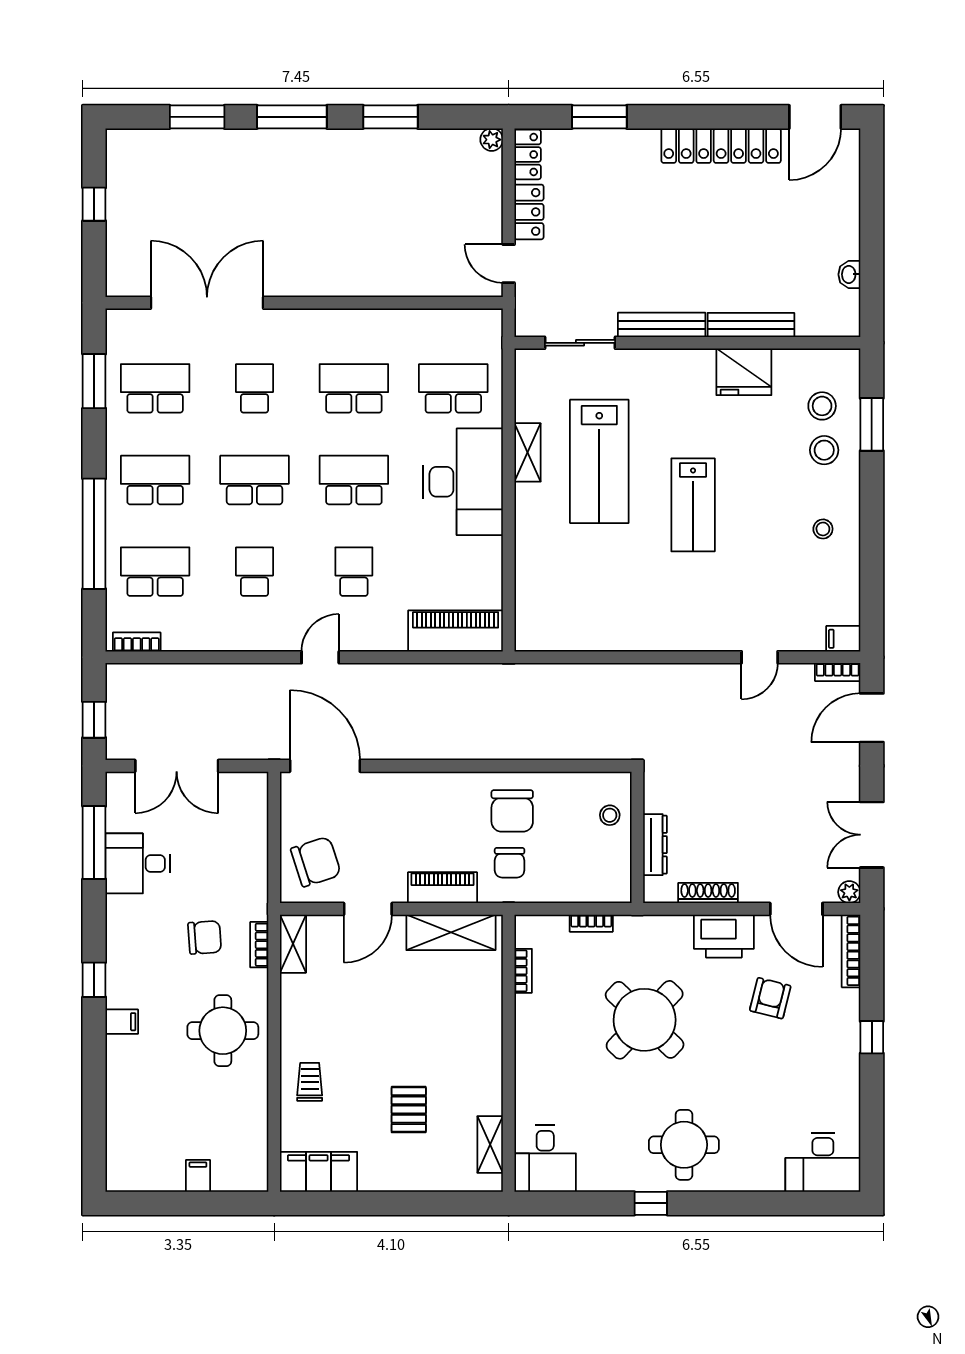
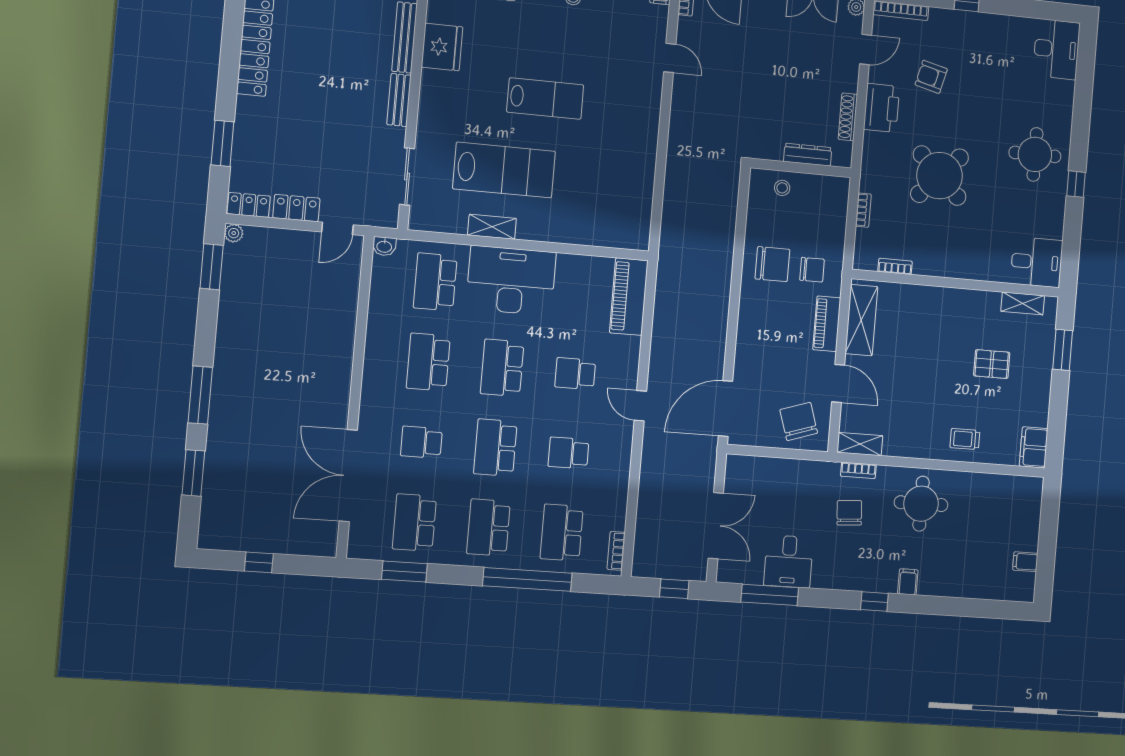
window: (390, 117) -> (212, 267), moved
washbasin: (492, 322) -> (384, 246), added
bench: (662, 325) -> (399, 100), width x0.73
door: (796, 909) -> (866, 50), width x0.73
filing cabinet: (319, 1172) -> (1034, 447), width x0.67, depth x0.86
filing cabinet: (198, 1176) -> (1025, 562), moved
window: (435, 1203) -> (1063, 350), added

